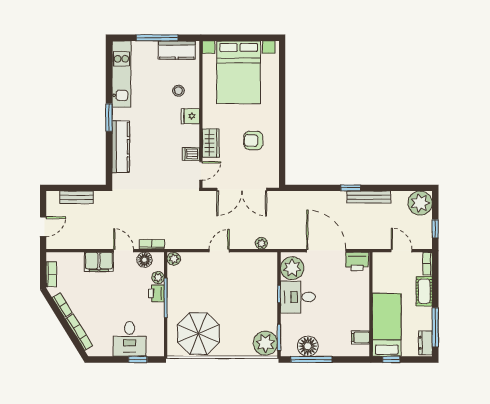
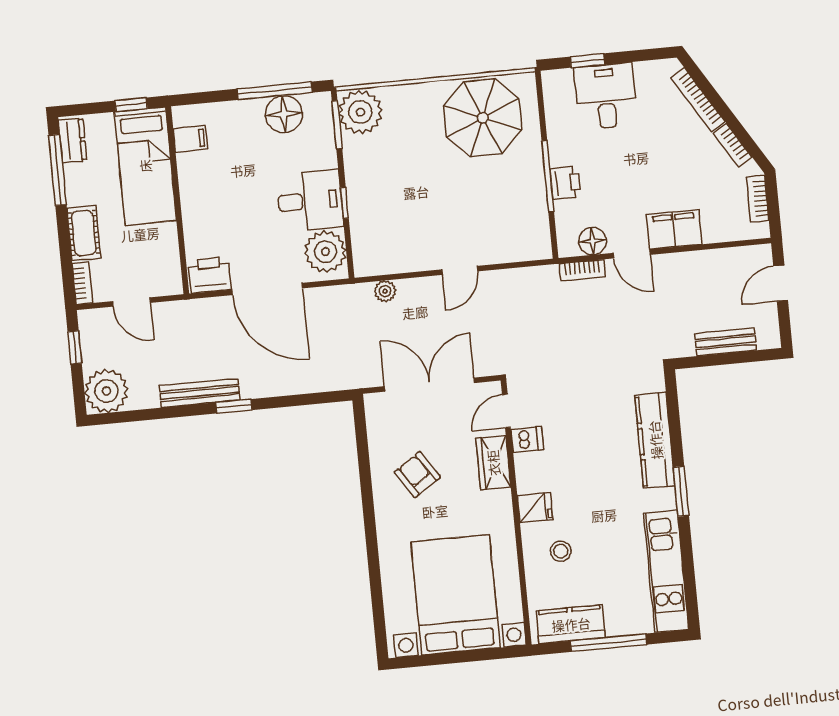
armchair: (253, 140) -> (417, 475), turned -124
plant: (174, 259) -> (540, 248), removed
plant: (158, 278) -> (565, 212), removed

